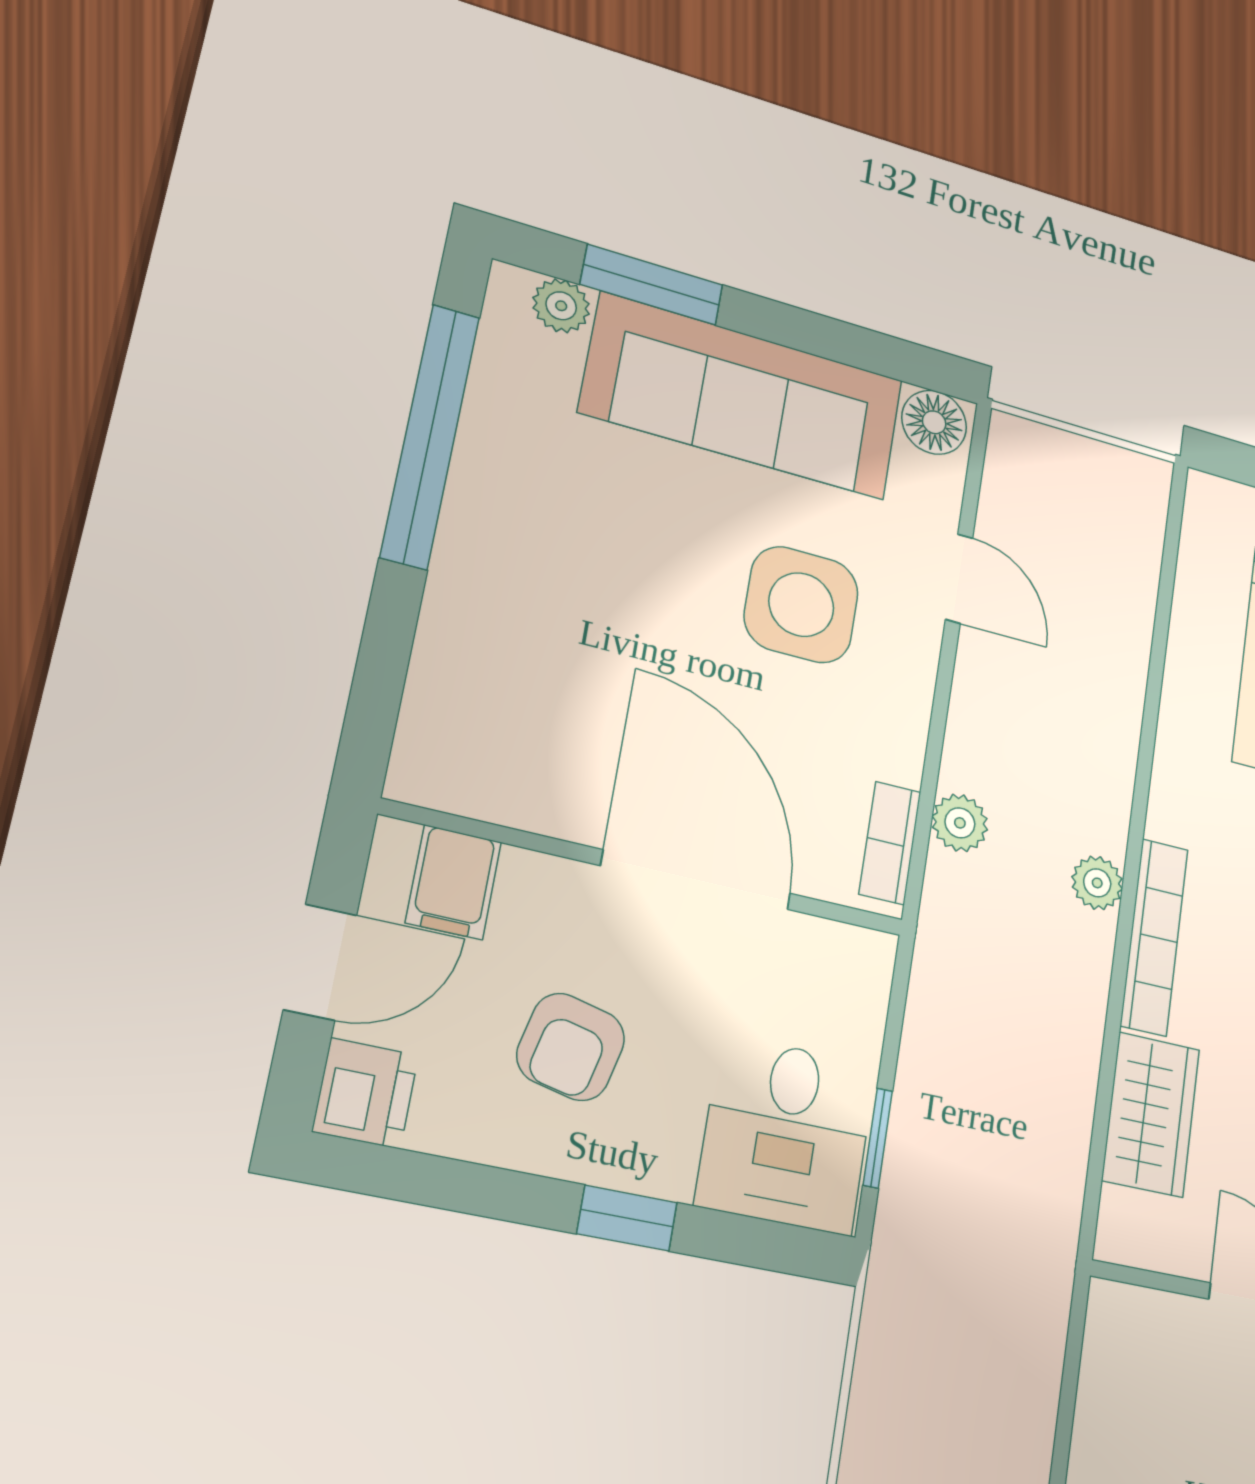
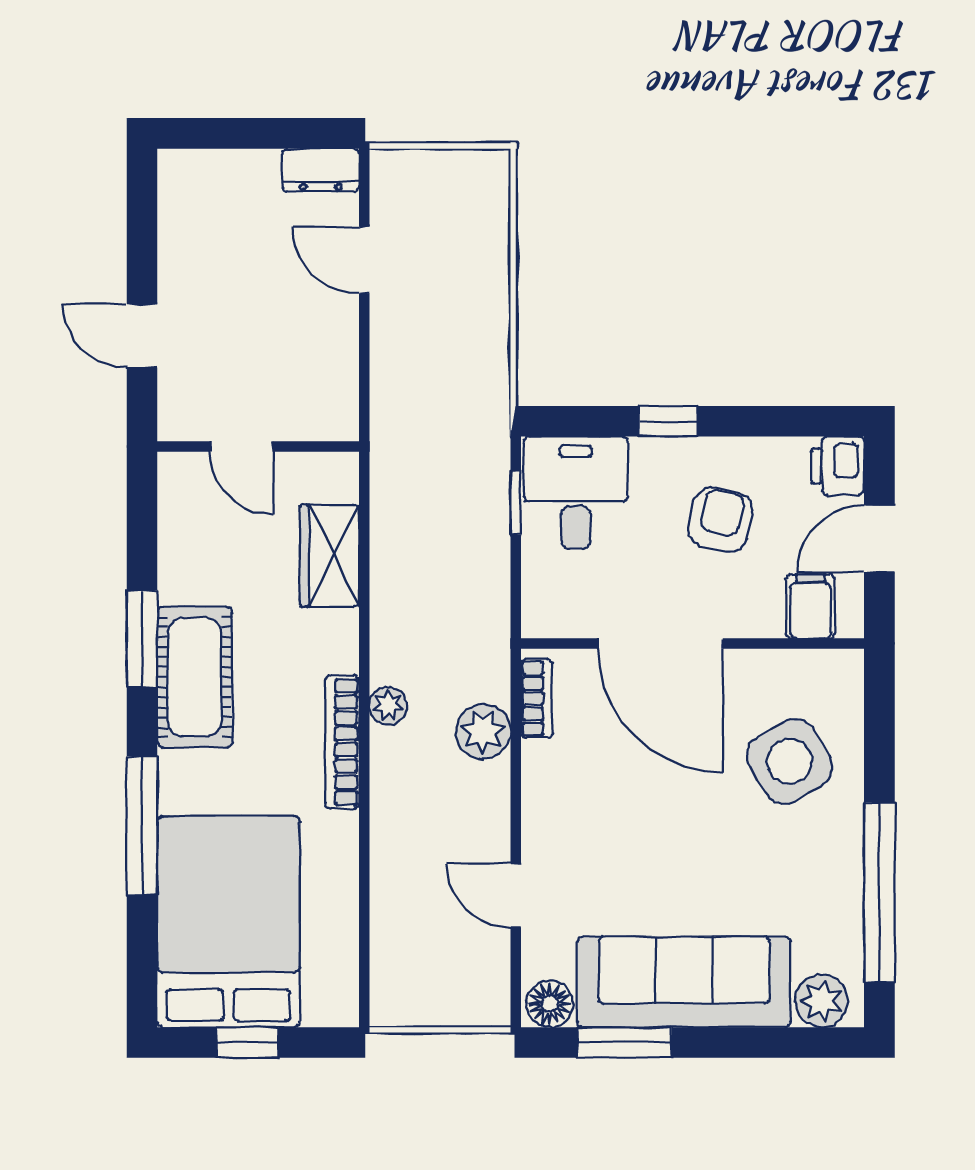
window: (652, 285) -> (624, 1042), moved
plant: (561, 306) -> (821, 1001), width x1.38, depth x1.38
side table: (801, 605) -> (790, 761), moved, turned -30
plant: (960, 823) -> (483, 731), width x1.38, depth x1.38
bookcase: (1154, 937) -> (342, 742), moved

